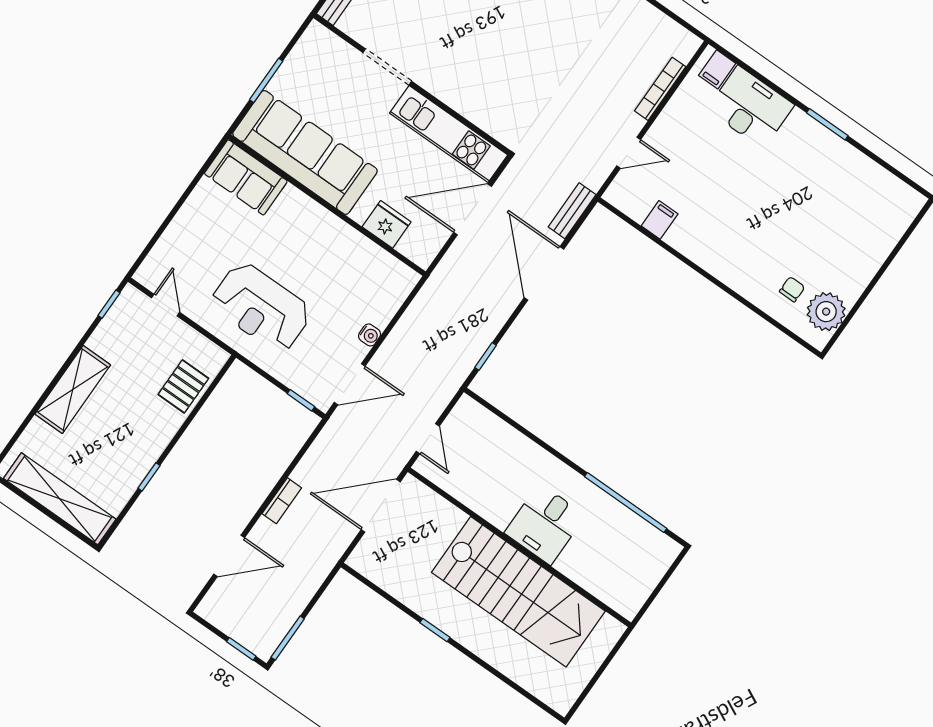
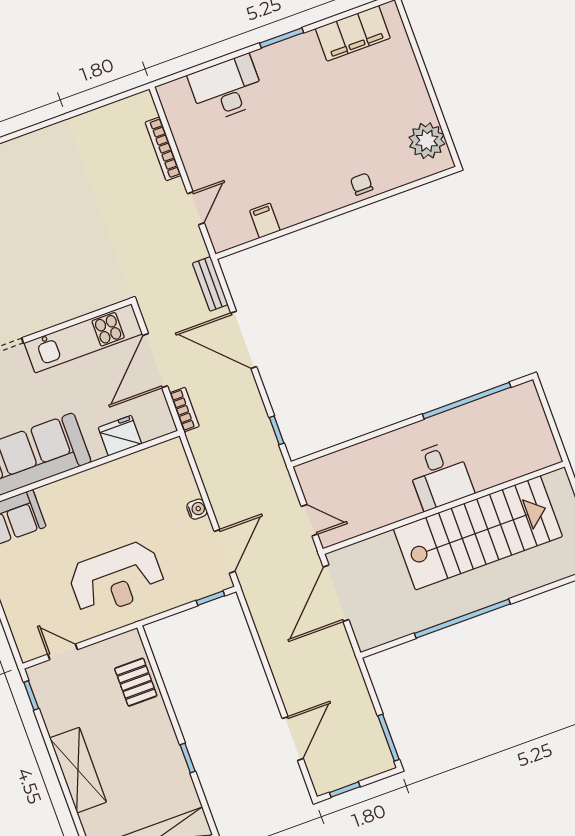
filing cabinet: (717, 69) -> (353, 33), moved, width x3.00, depth x1.17
chair: (792, 289) -> (362, 184), moved
bookcase: (282, 501) -> (184, 410), moved
window: (435, 630) -> (462, 619), width x3.17
window: (241, 649) -> (345, 790), moved

